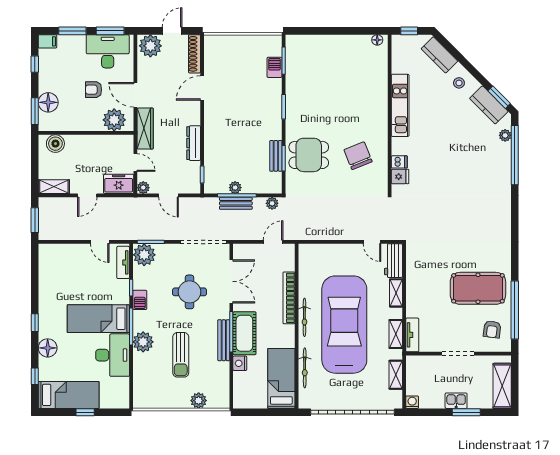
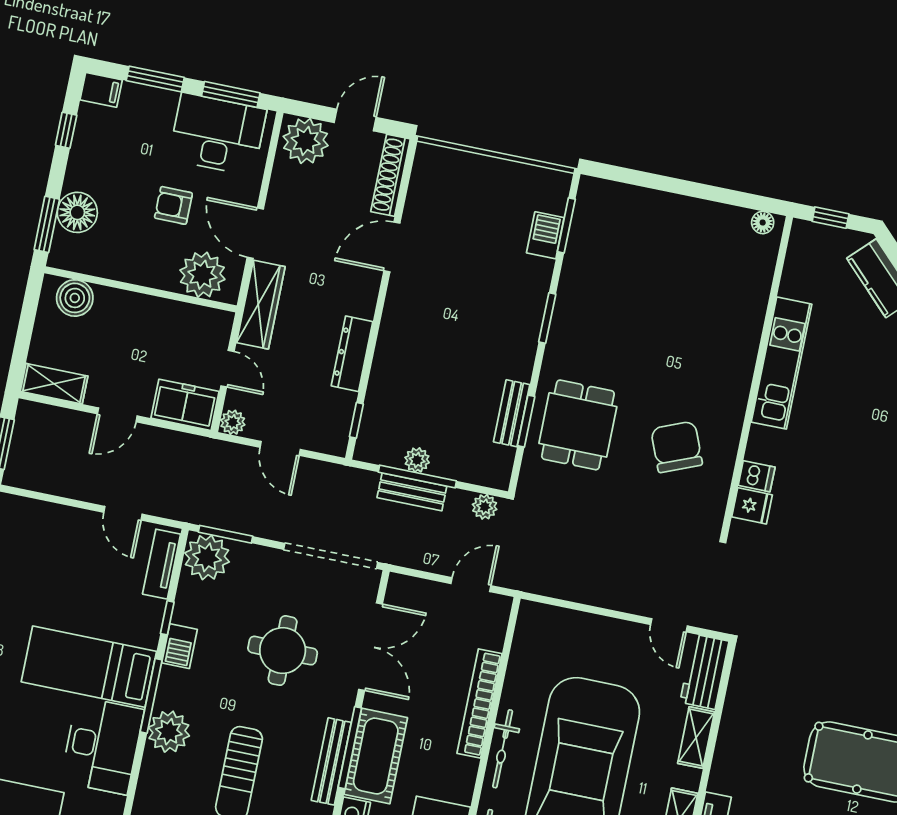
dining table: (309, 155) -> (578, 425), turned 90

